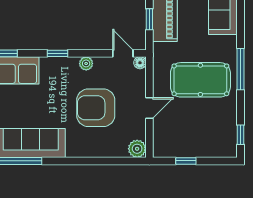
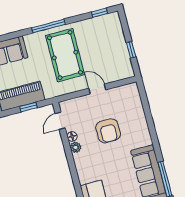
window: (58, 53) -> (74, 172), removed
floor lamp: (140, 63) -> (72, 136), moved
armchair: (96, 108) -> (108, 131), width x0.73, depth x0.73
plant: (137, 149) -> (132, 90), removed

